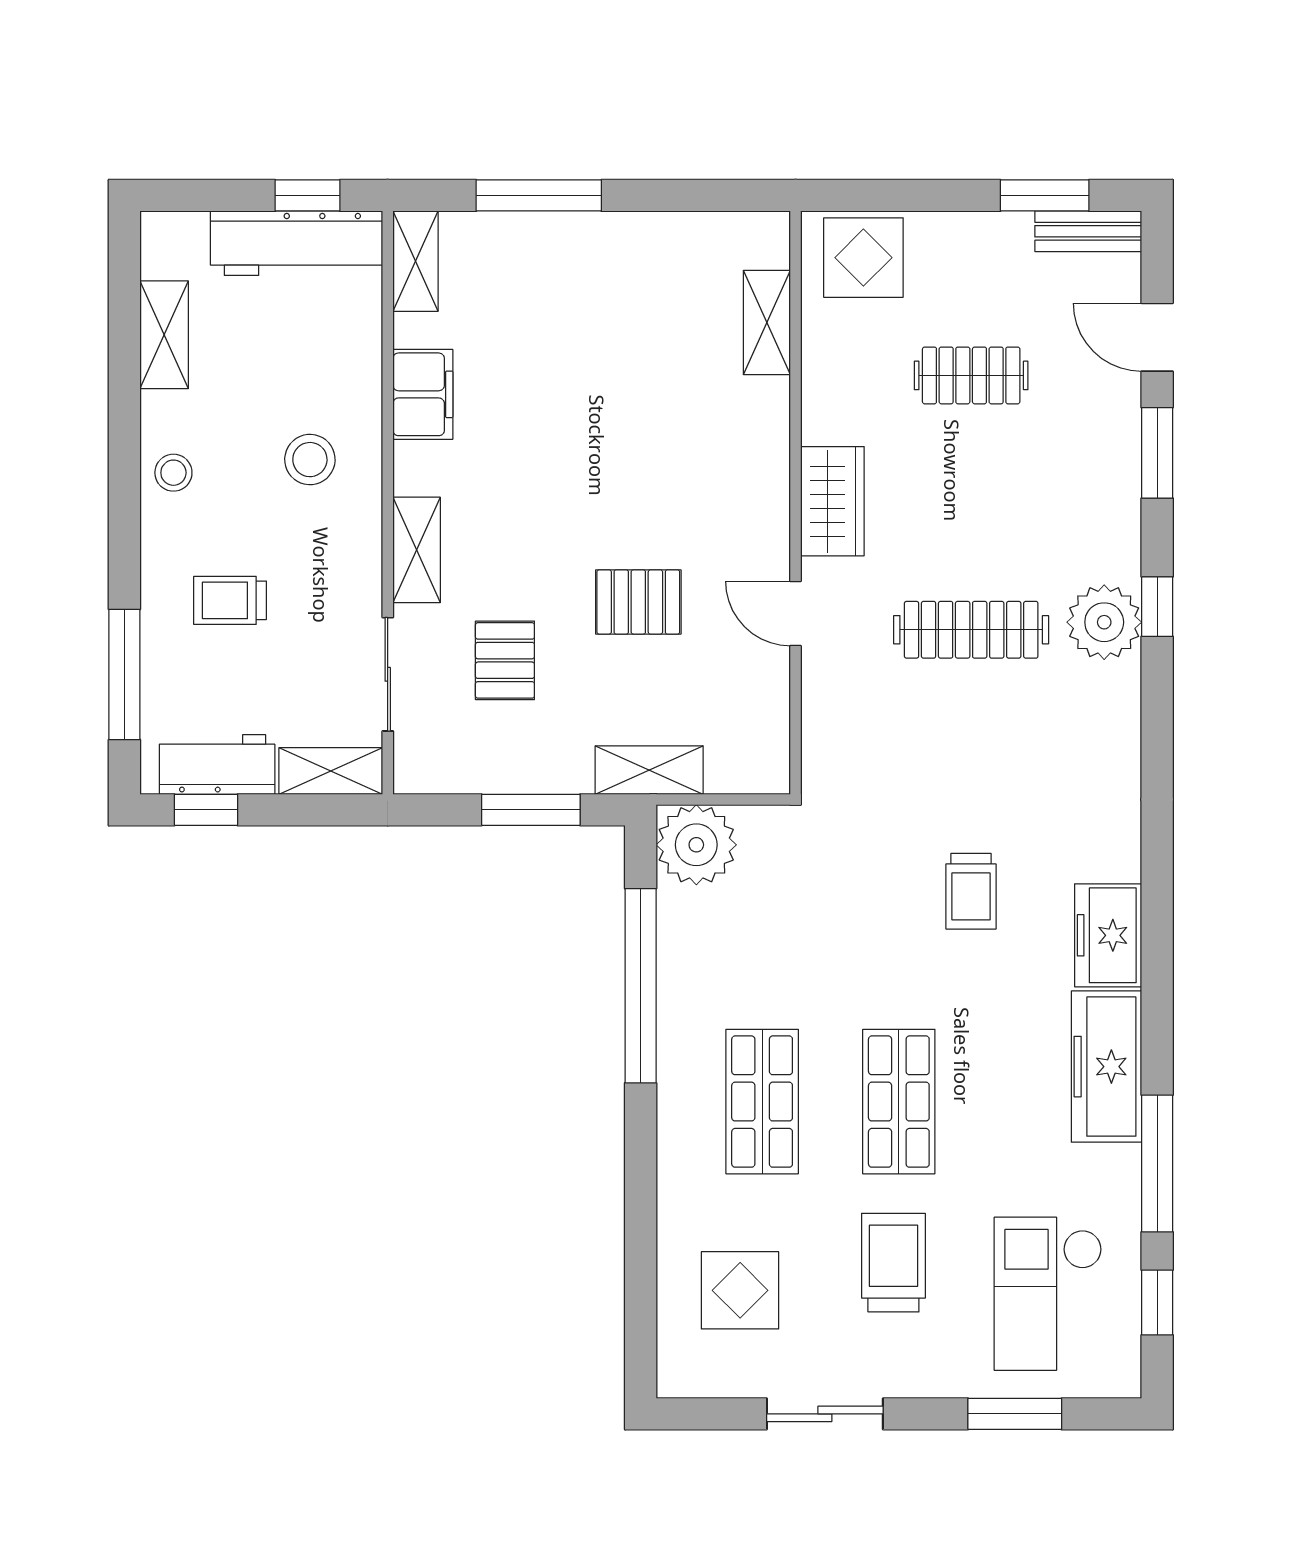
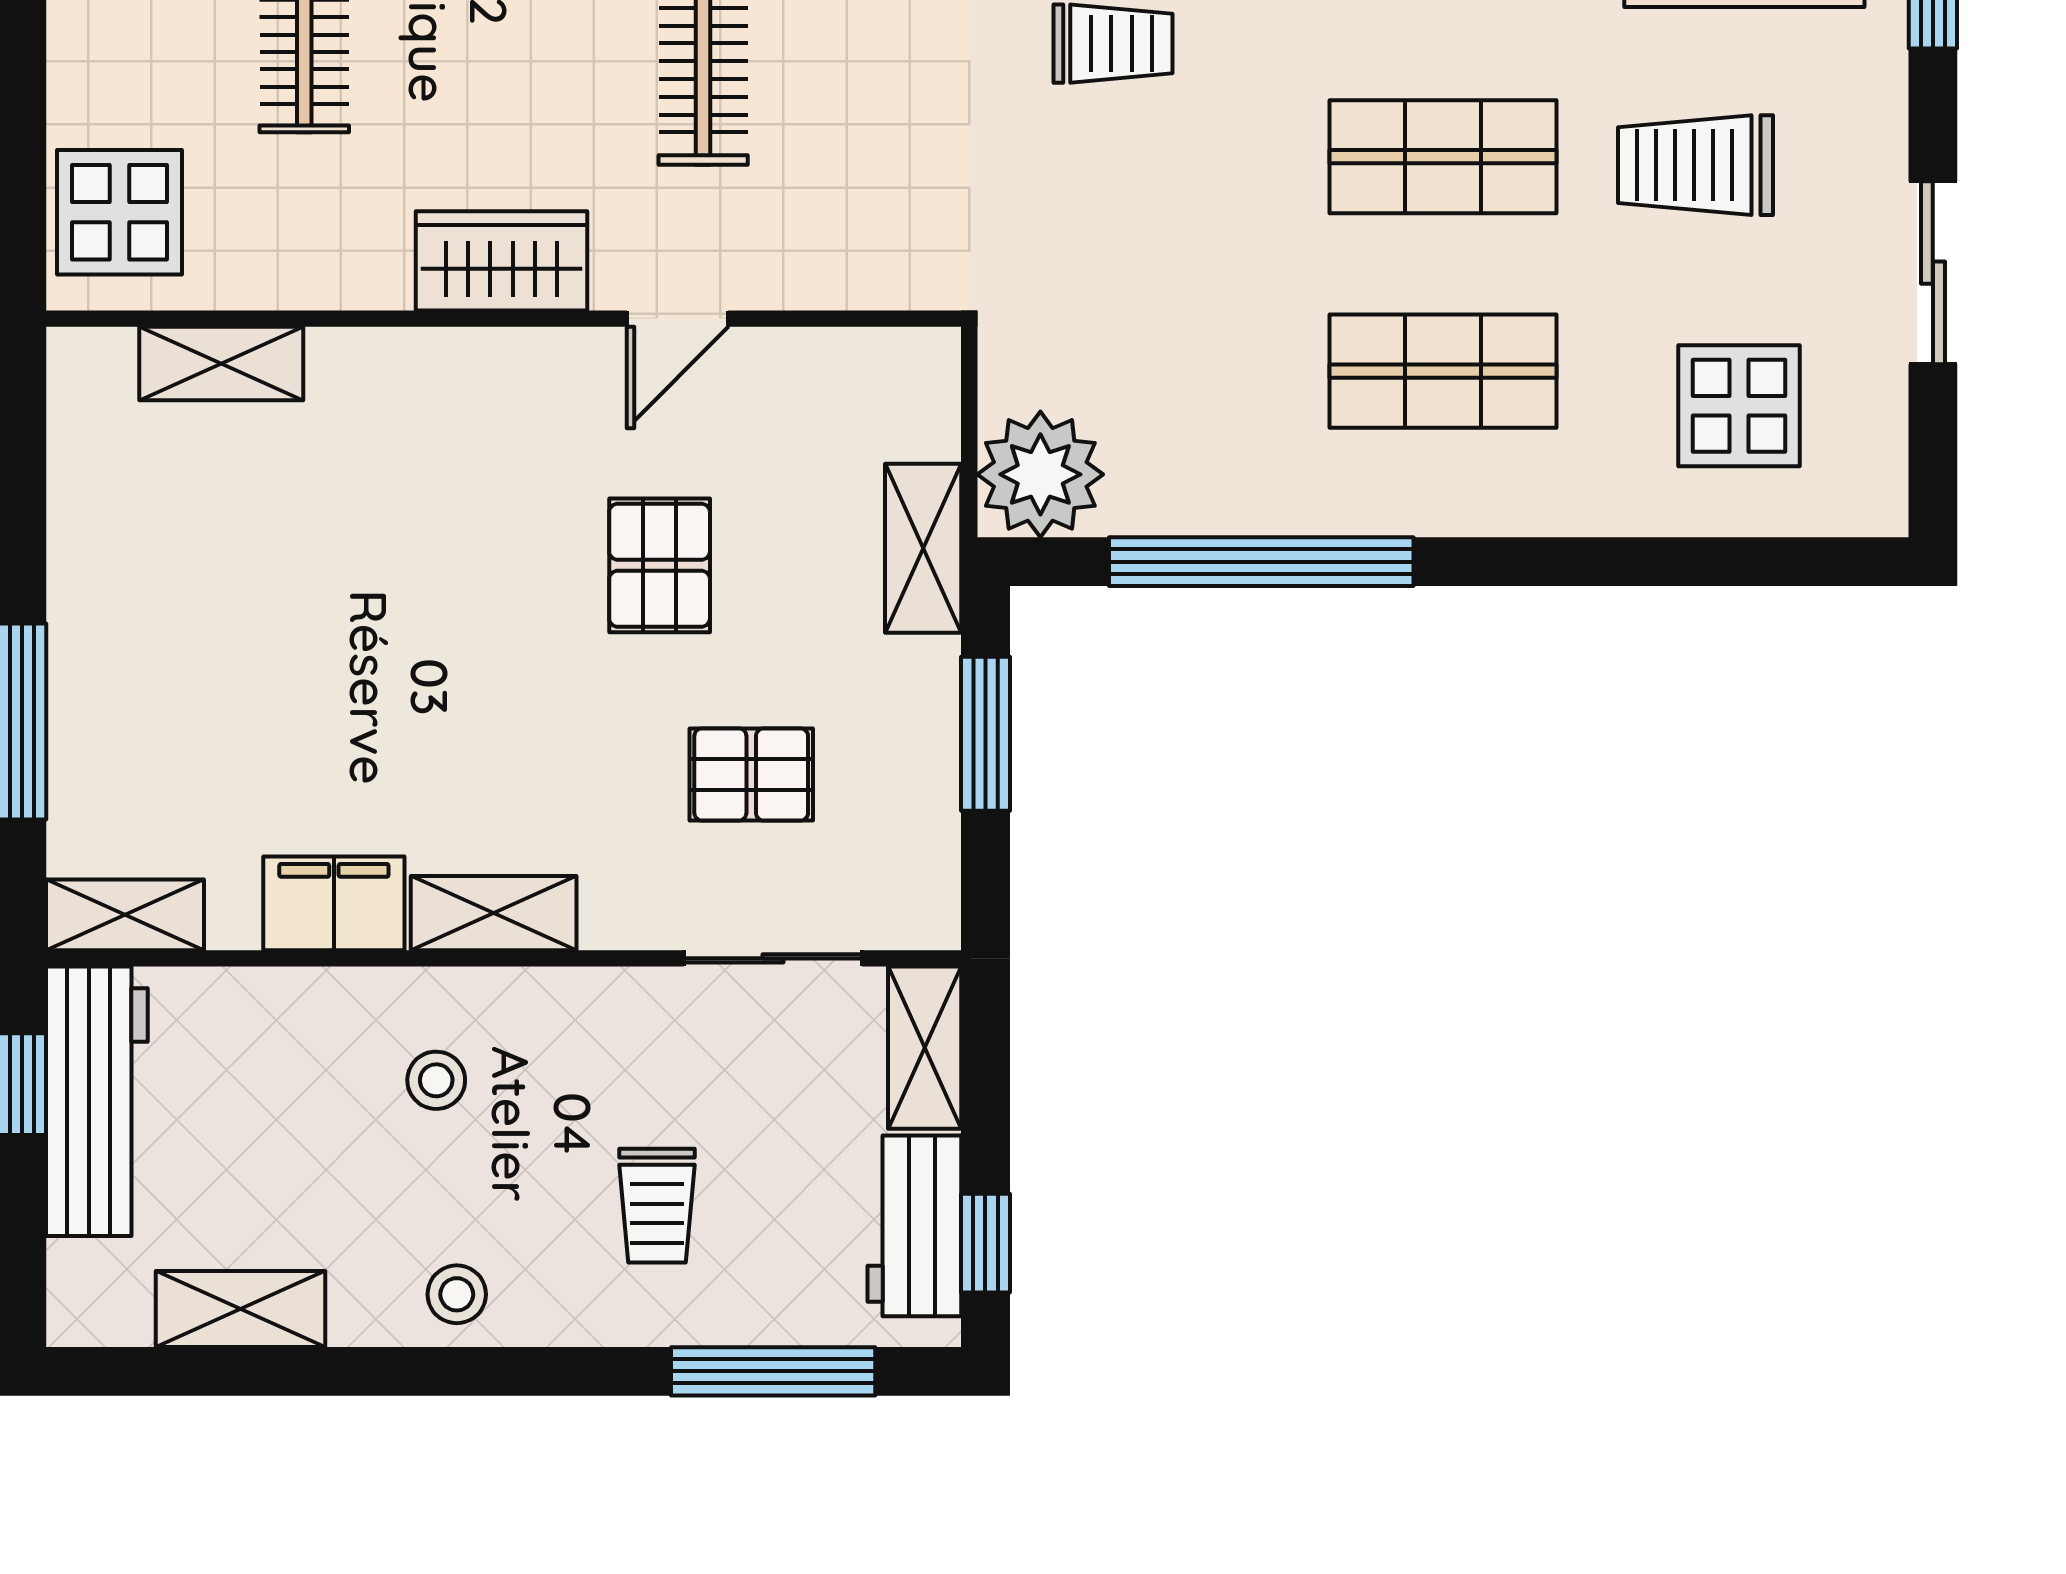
stool: (310, 460) -> (436, 1080), width x0.73, depth x0.73
shelving: (417, 550) -> (494, 913), moved

